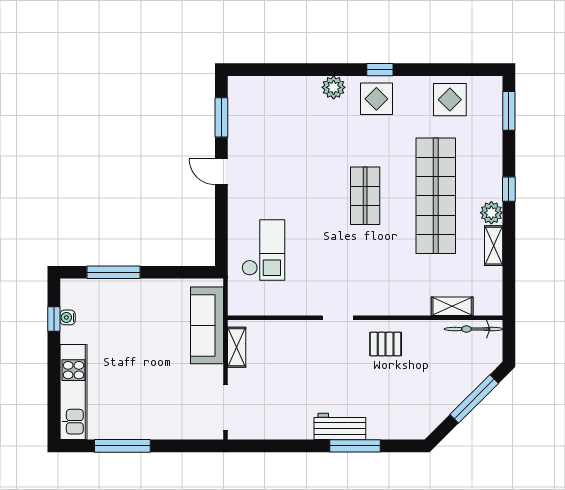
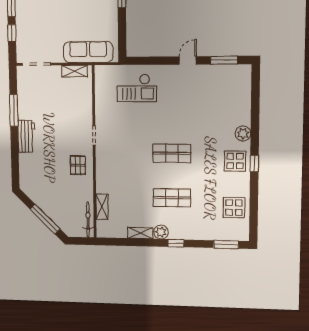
shop shelf: (436, 196) -> (172, 198), width x0.50, depth x0.74
window: (177, 446) -> (12, 33), added
window: (355, 446) -> (14, 110), moved

